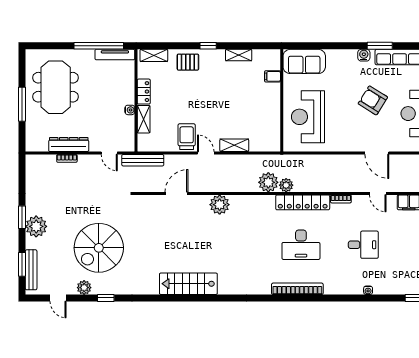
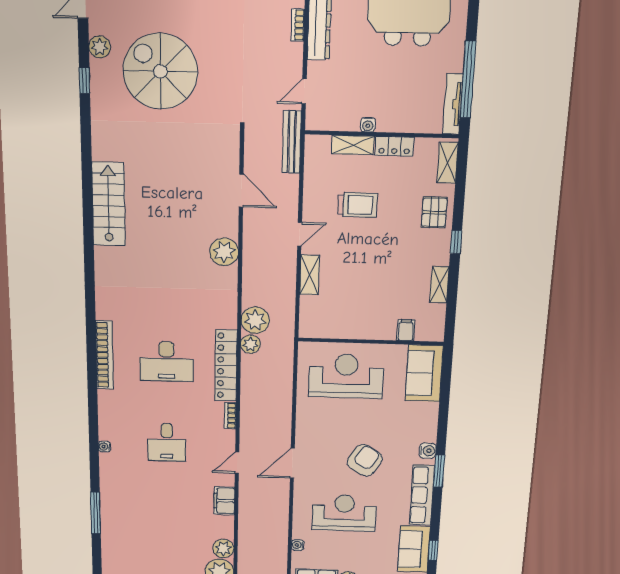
trolley: (187, 137) -> (357, 205), moved
desk: (301, 245) -> (166, 362), turned -90

